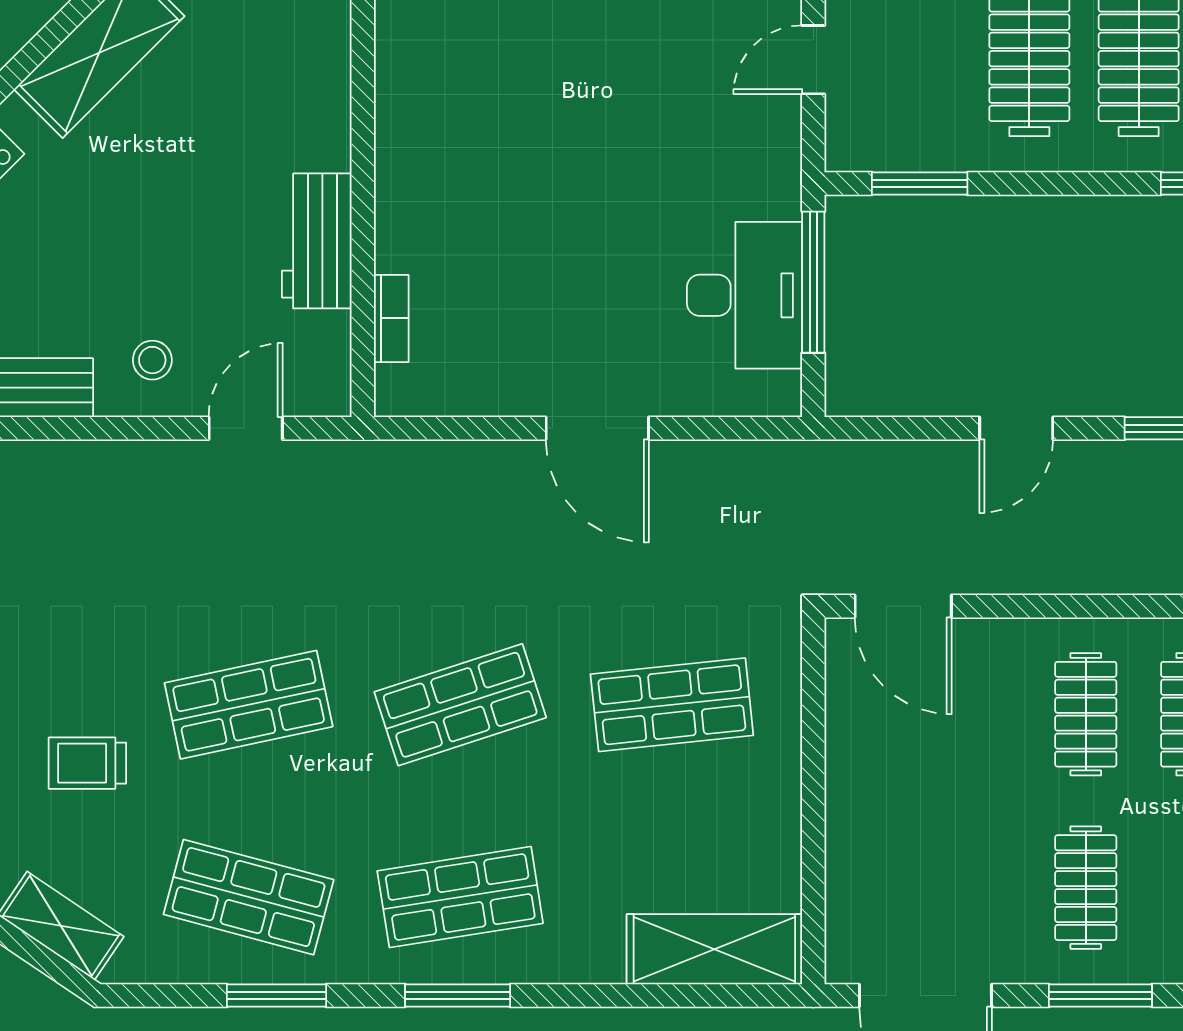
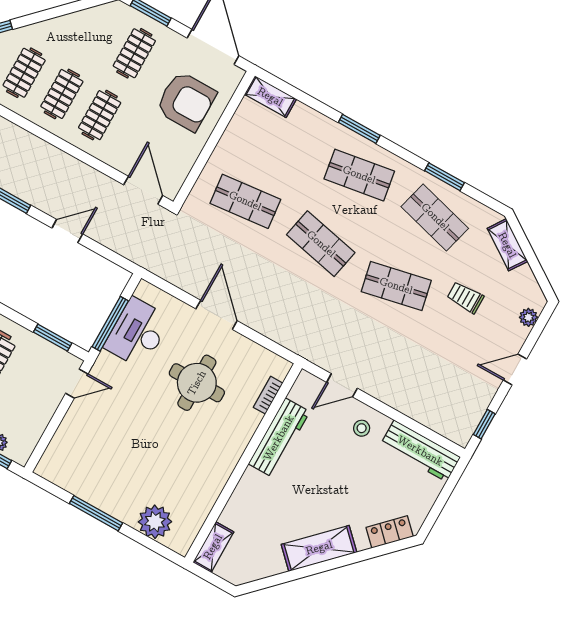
door: (813, 60) -> (77, 384), moved
workbench: (317, 241) -> (279, 438), width x1.38
round table: (558, 260) -> (197, 383), added
shop shelf: (460, 705) -> (321, 244), turned 30
trolley: (87, 763) -> (465, 297), turned 180
armchair: (918, 847) -> (186, 101), added
shelving: (714, 949) -> (270, 97), width x0.67, depth x0.75
window: (458, 996) -> (359, 129), moved

